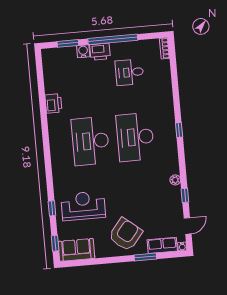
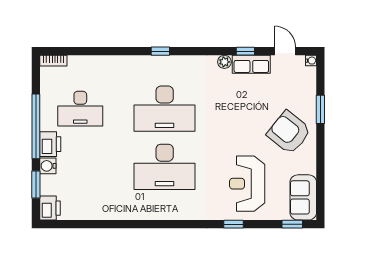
desk: (129, 72) -> (80, 109), width x1.37
printer: (53, 103) -> (50, 208), moved, turned 90
window: (52, 208) -> (234, 224), moved
row of seats: (162, 245) -> (251, 64), moved, turned -90

